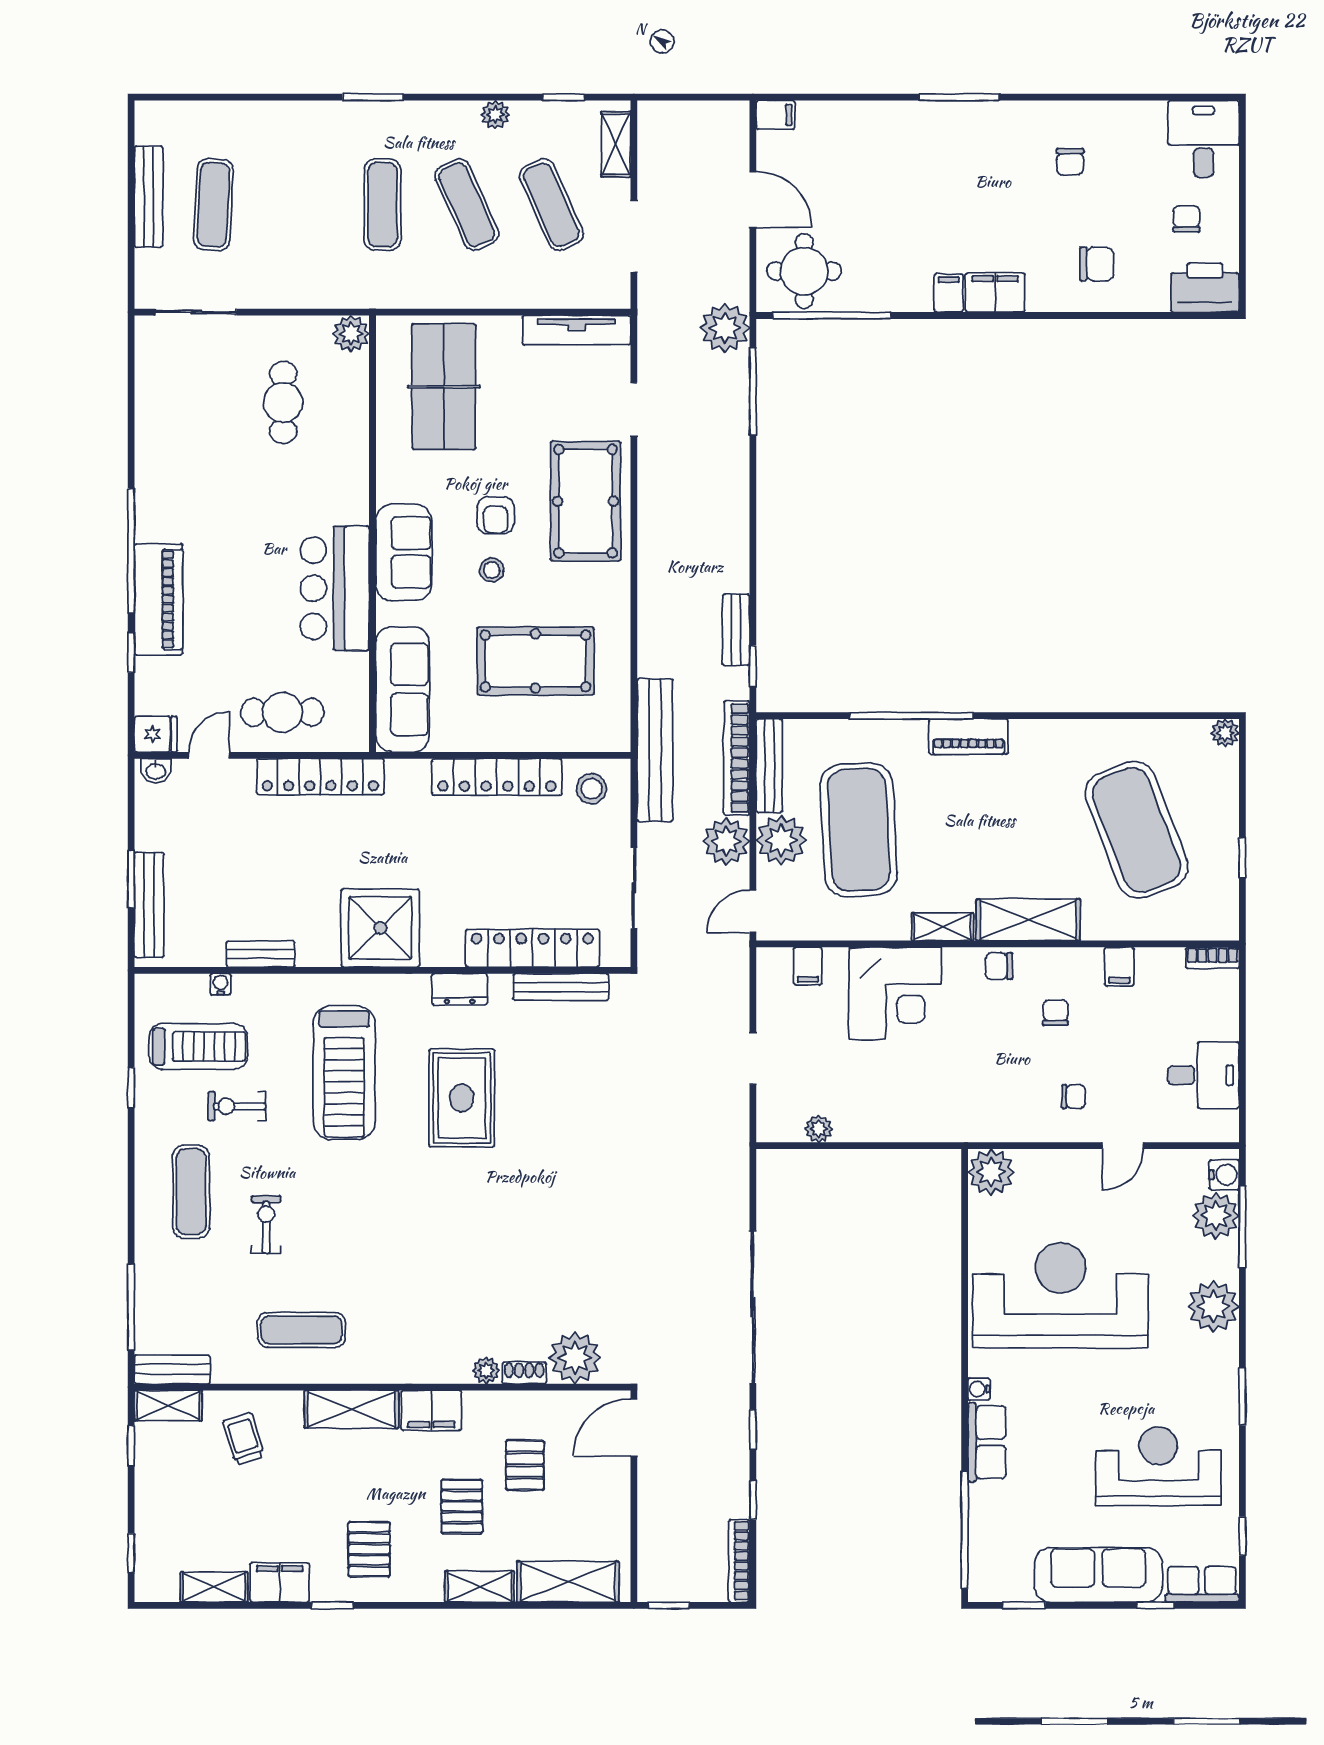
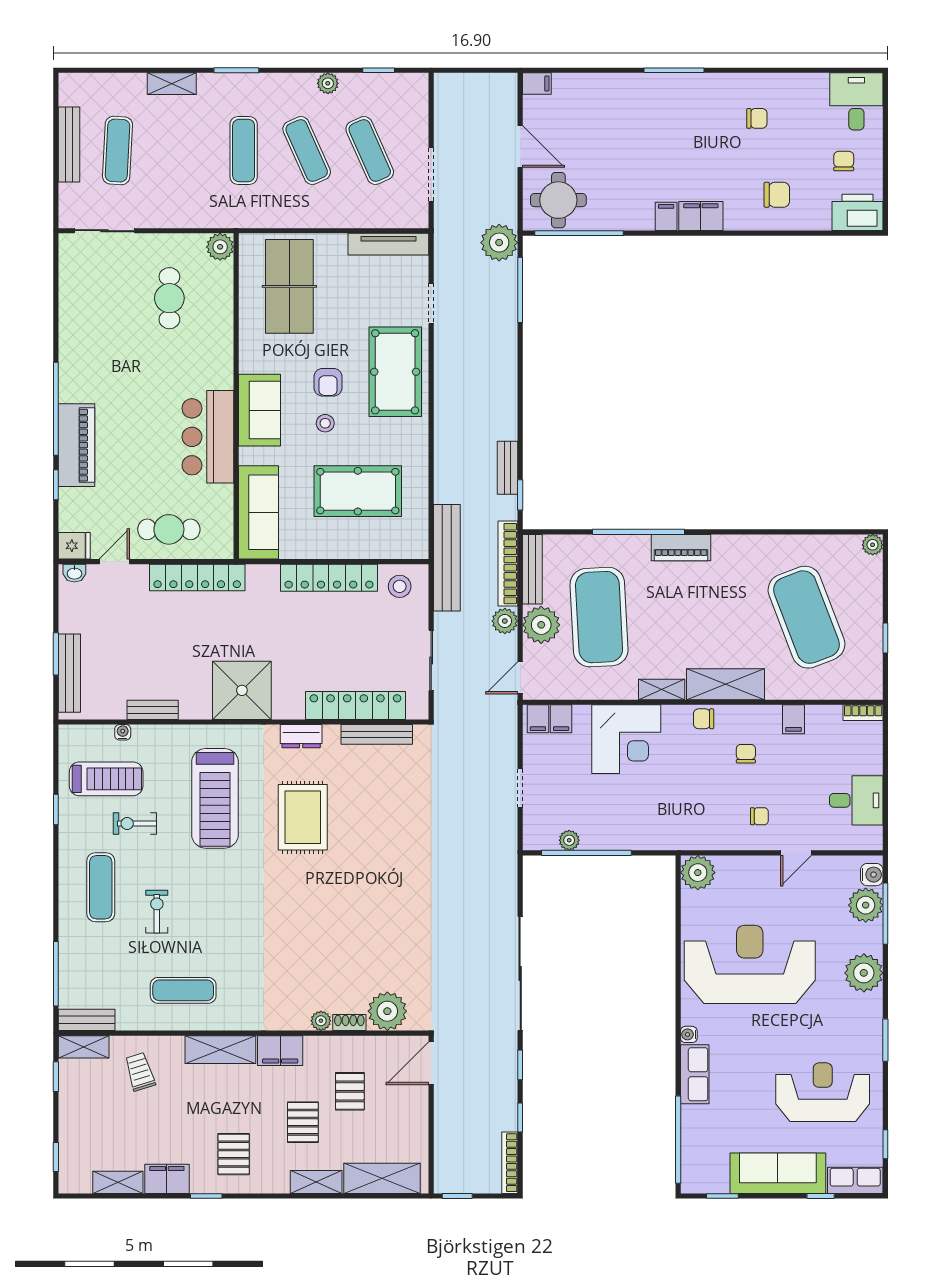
shelving: (616, 144) -> (172, 84), moved, turned 90
chair: (1070, 162) -> (757, 118), turned -90
plant: (726, 841) -> (505, 621), width x0.73, depth x0.73
filing cabinet: (777, 966) -> (538, 719), added
window: (842, 1146) -> (586, 853), added

